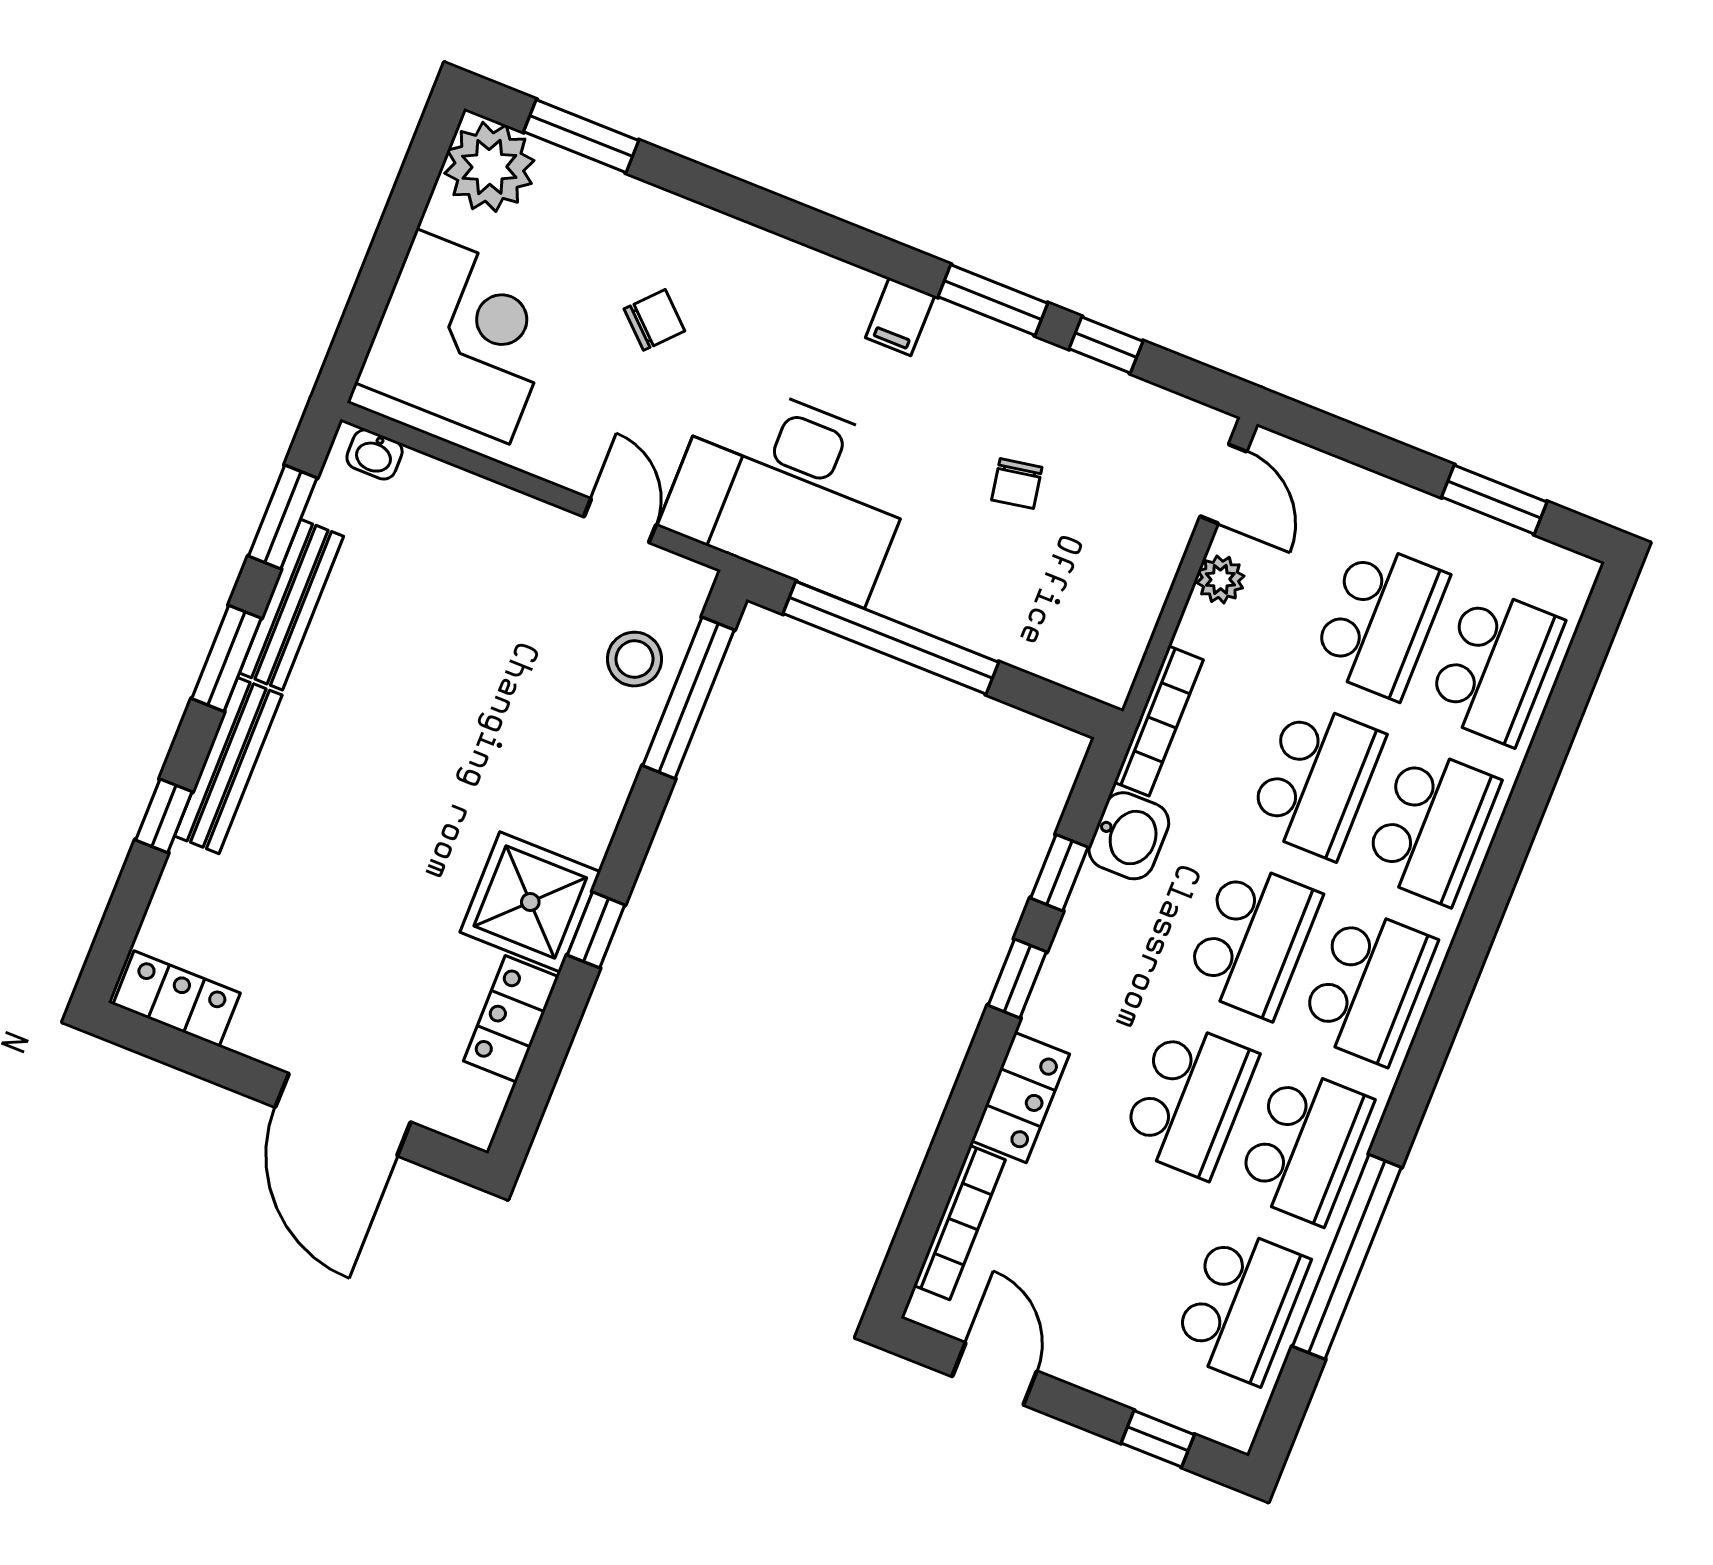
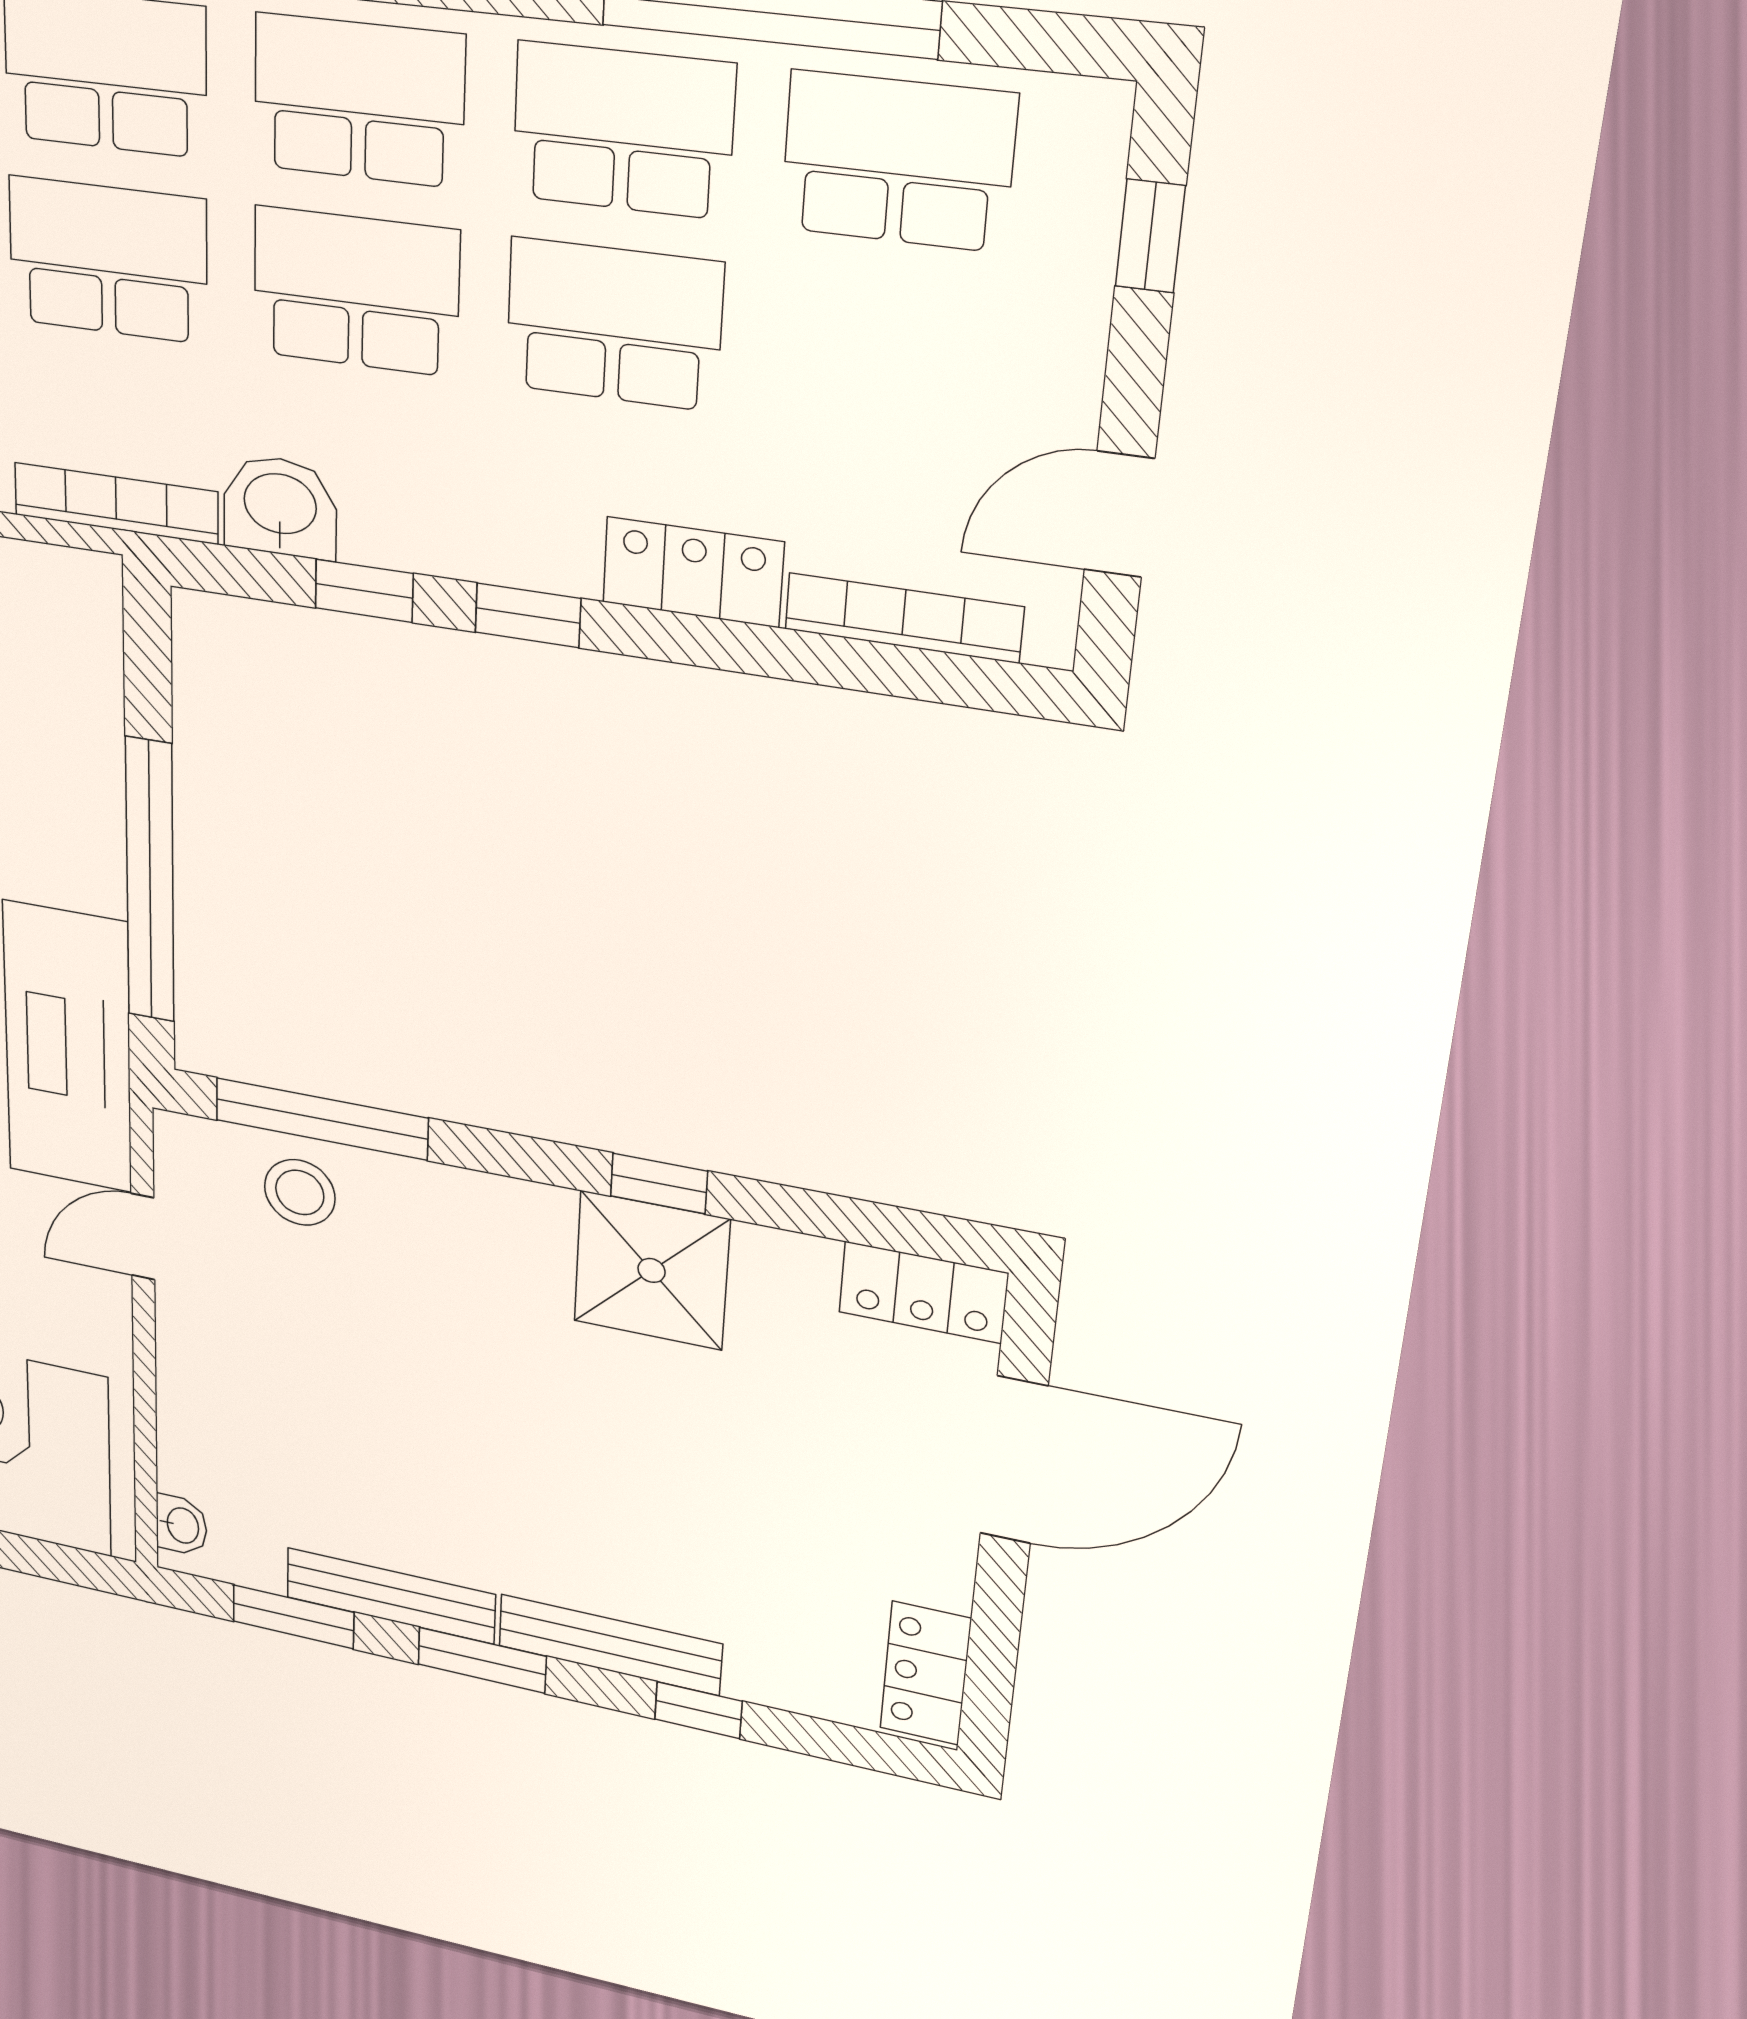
locker: (511, 1019) -> (923, 1292), moved

